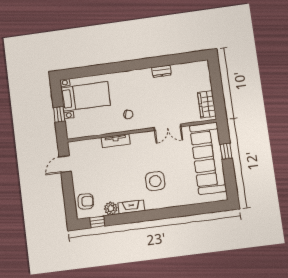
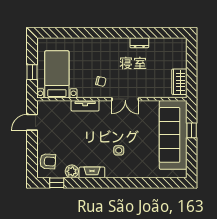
bed with nightstands: (85, 96) -> (57, 74), moved, turned -90
double door: (168, 127) -> (125, 99), moved
side table: (155, 181) -> (119, 150), width x0.54, depth x0.54

